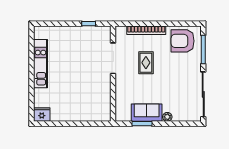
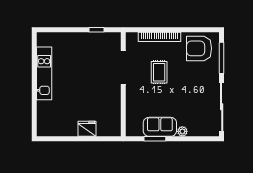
fridge: (42, 114) -> (87, 129), moved

